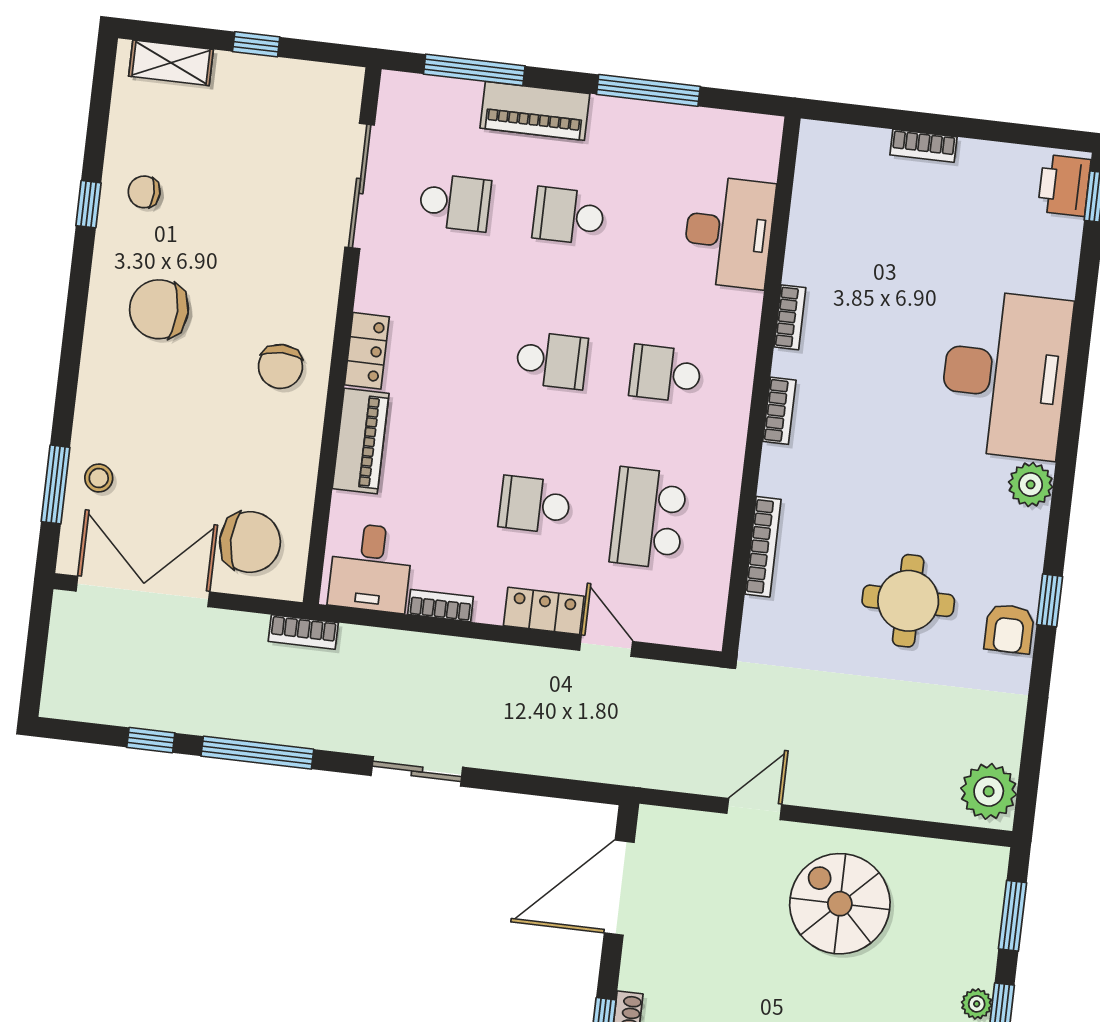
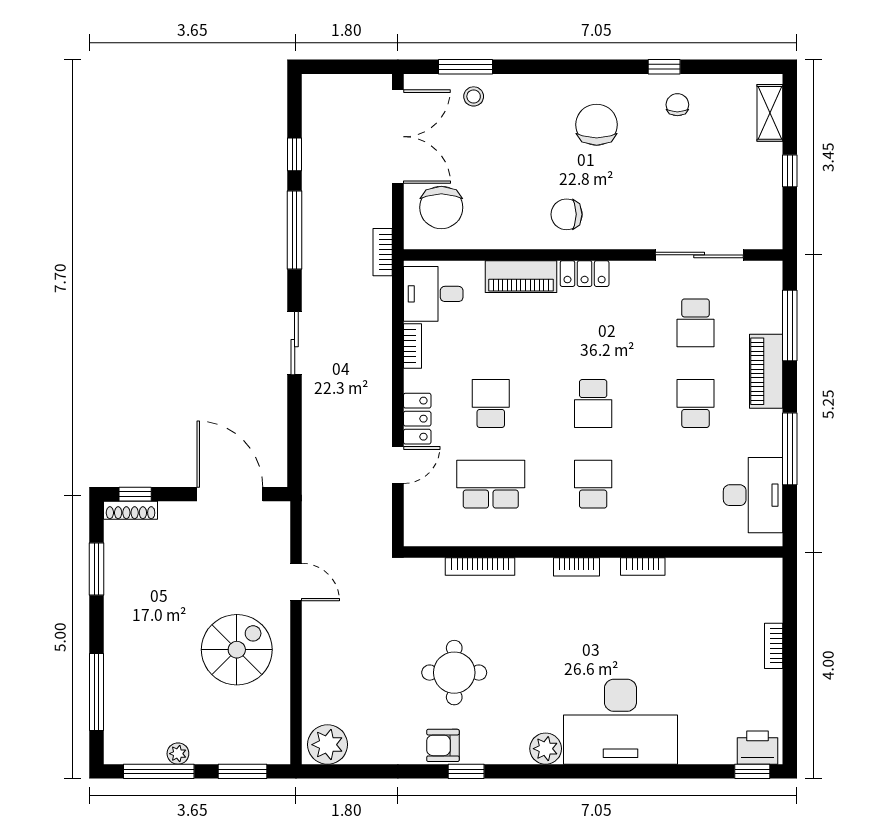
desk: (729, 232) -> (753, 495), moved, turned -90

